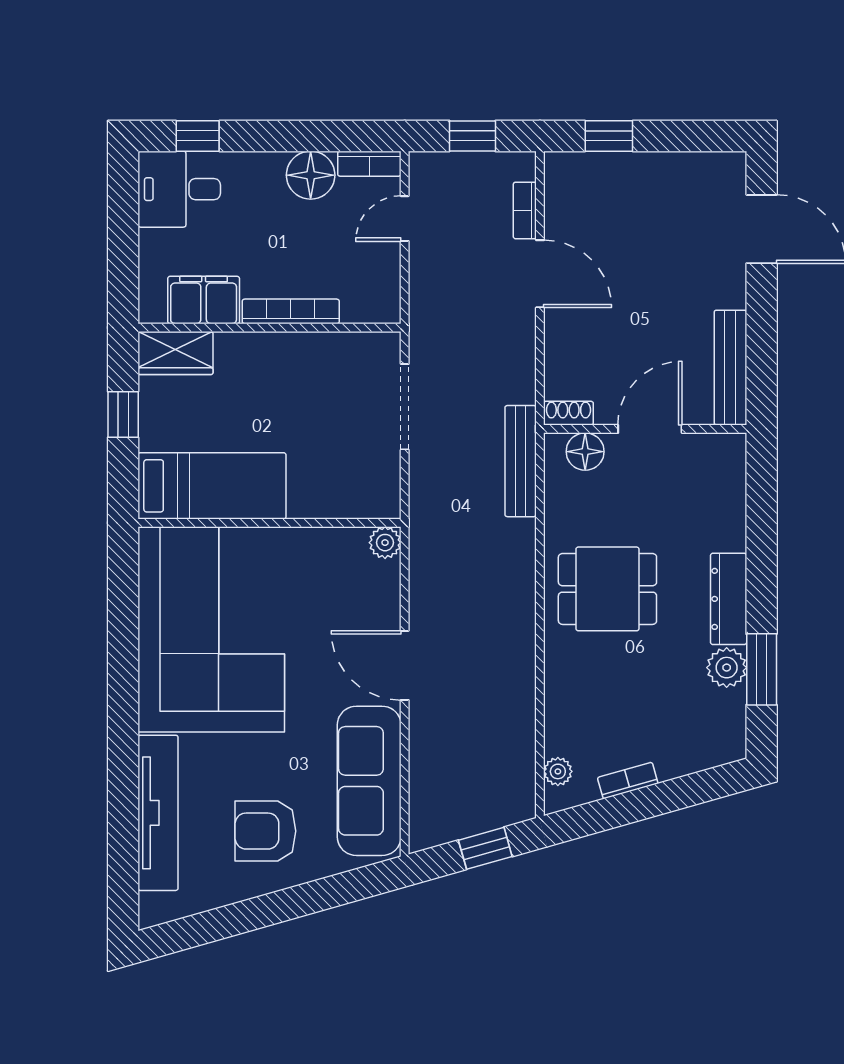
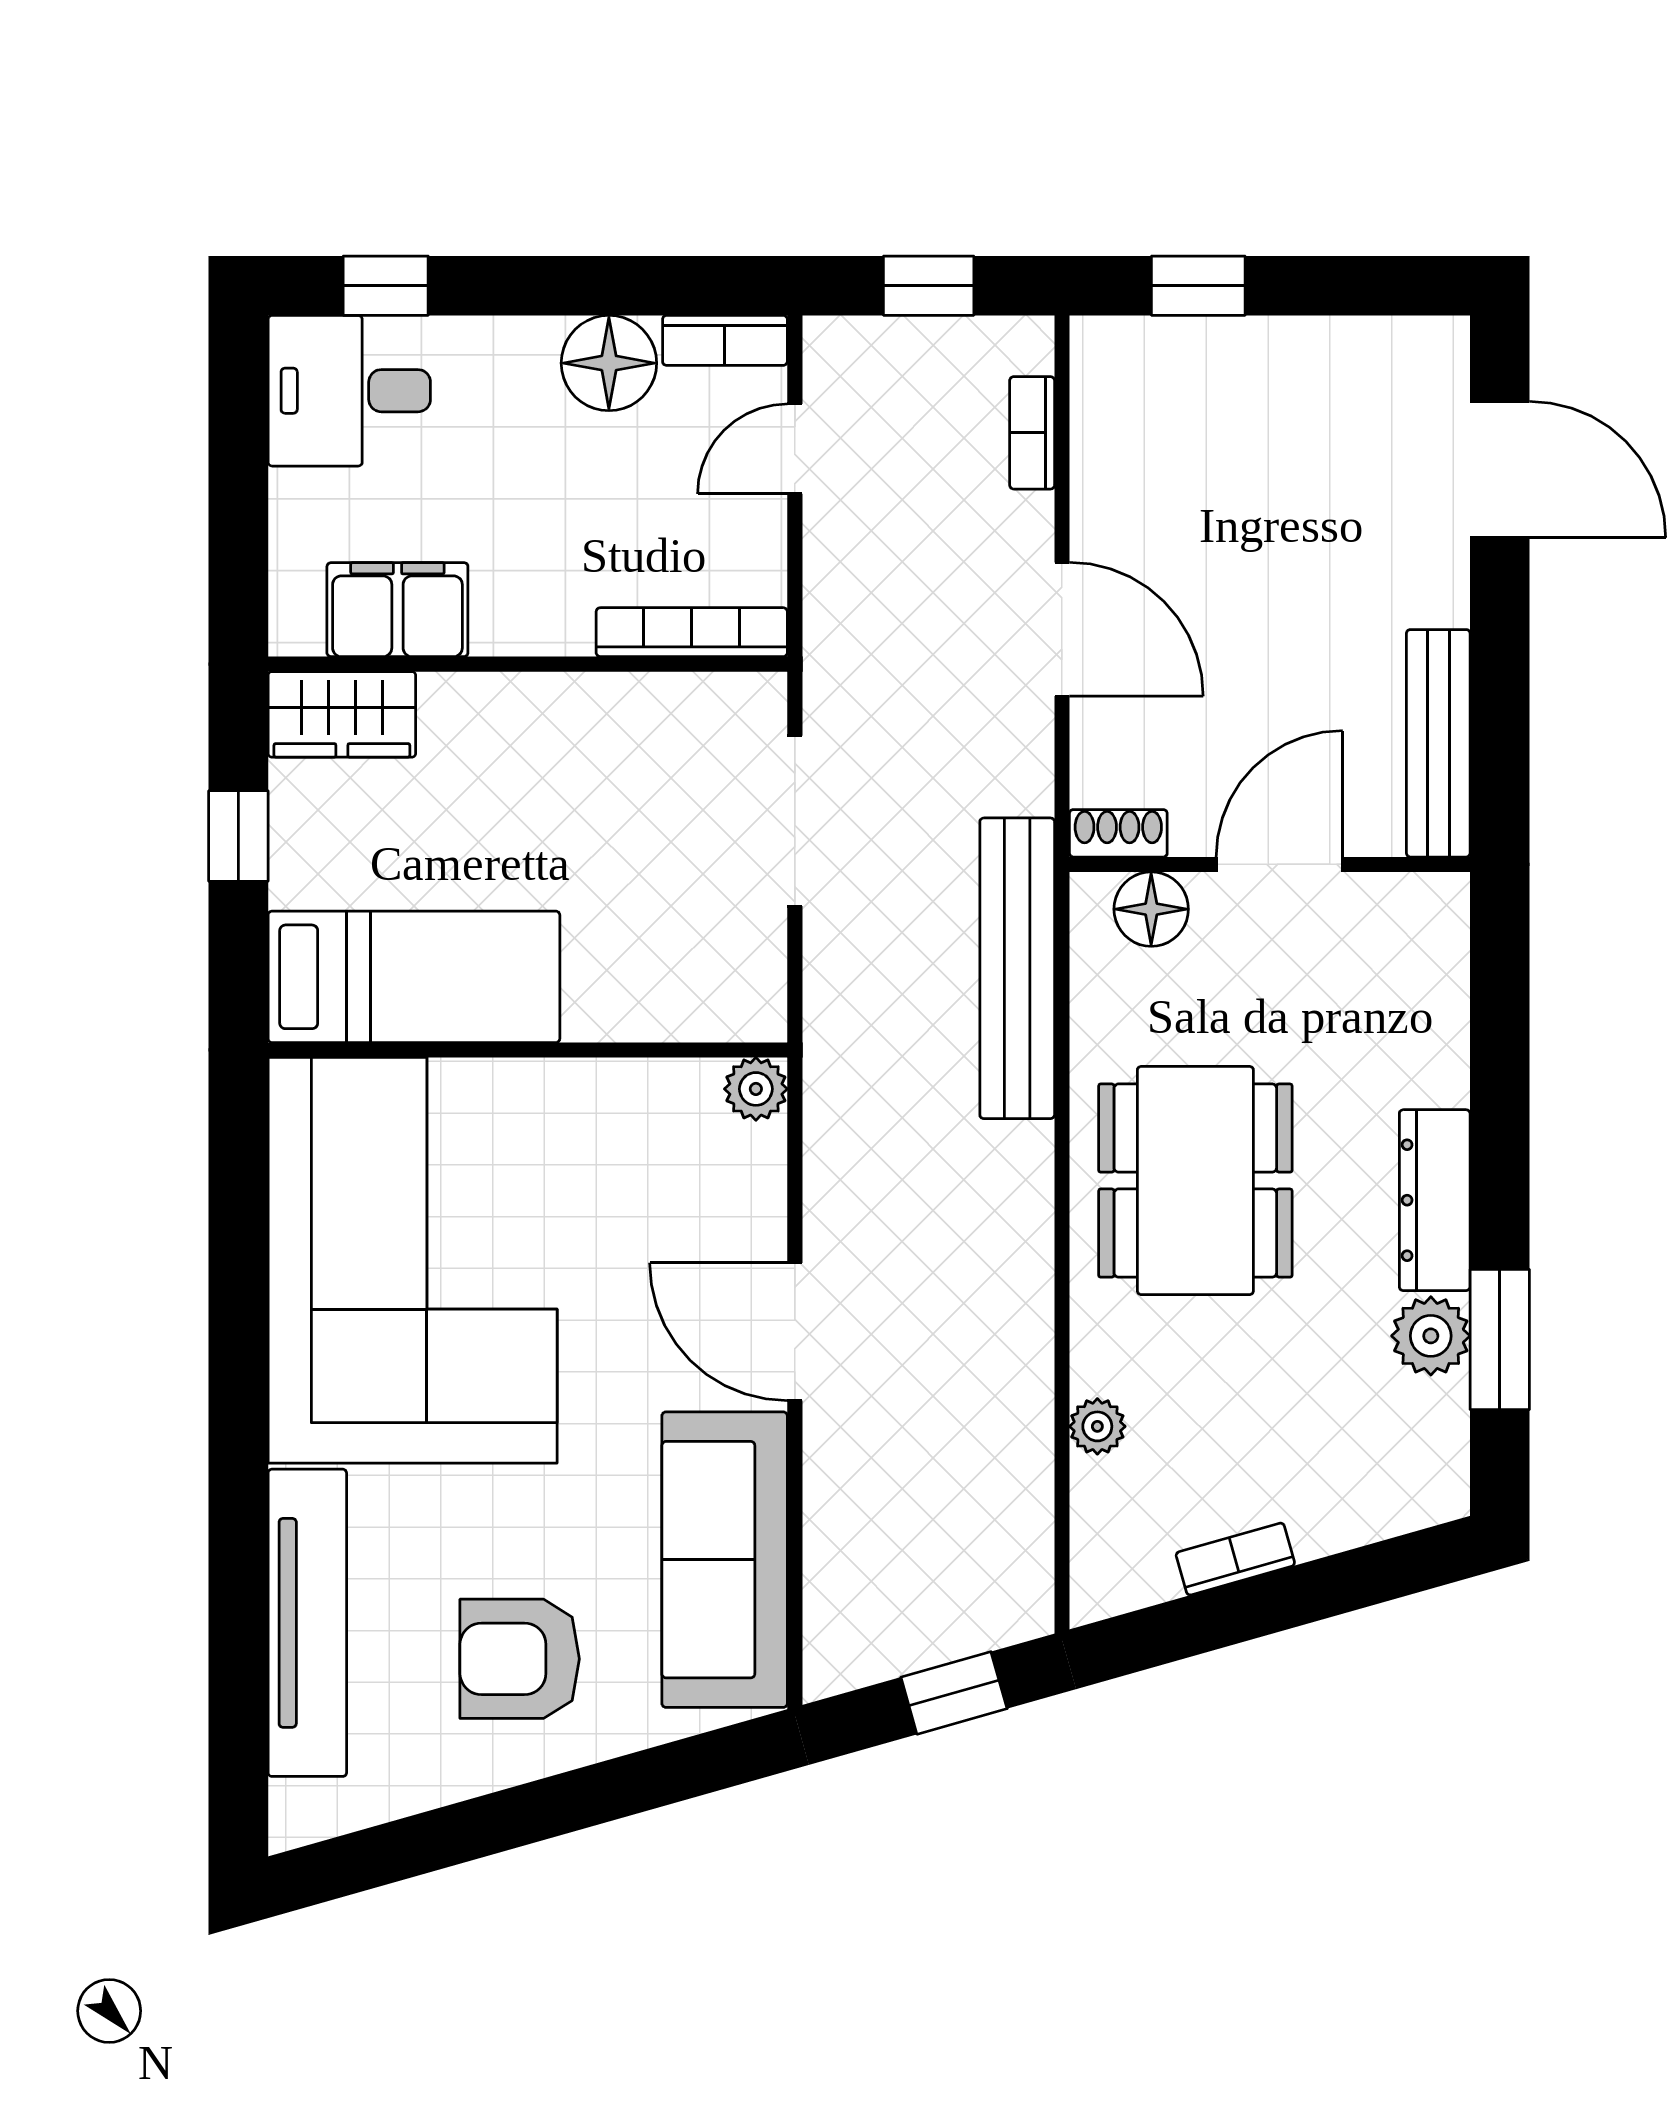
door: (540, 274) -> (1062, 629), moved
bookcase: (291, 311) -> (692, 632), moved
bench: (521, 461) -> (1017, 968), width x1.37, depth x1.21
dining table: (607, 589) -> (1195, 1181), width x1.38
plant: (558, 771) -> (1097, 1426), moved

